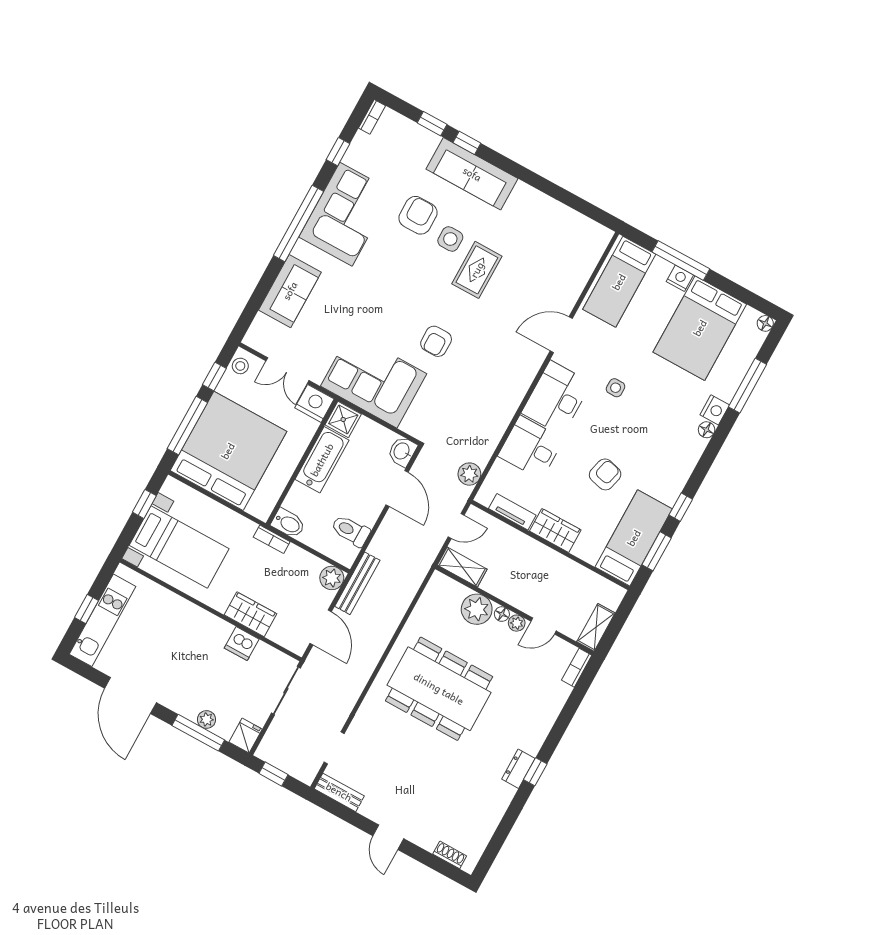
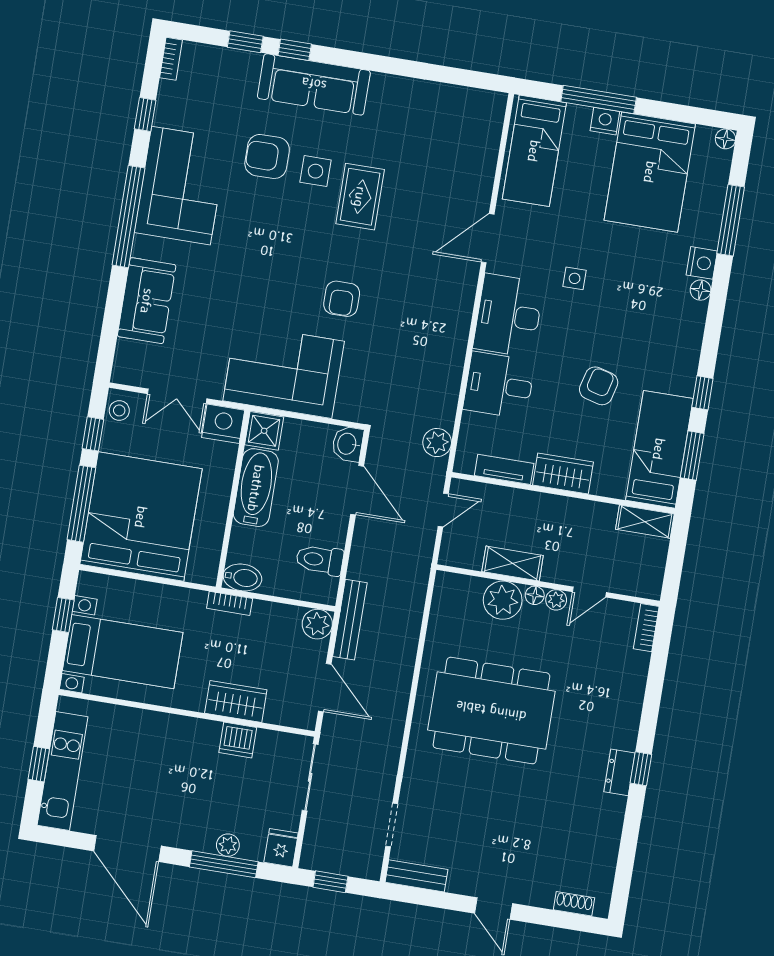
armchair: (418, 215) -> (267, 156), turned -90
shelving: (462, 567) -> (513, 564), moved
shelving: (596, 627) -> (645, 522), moved, turned 90

